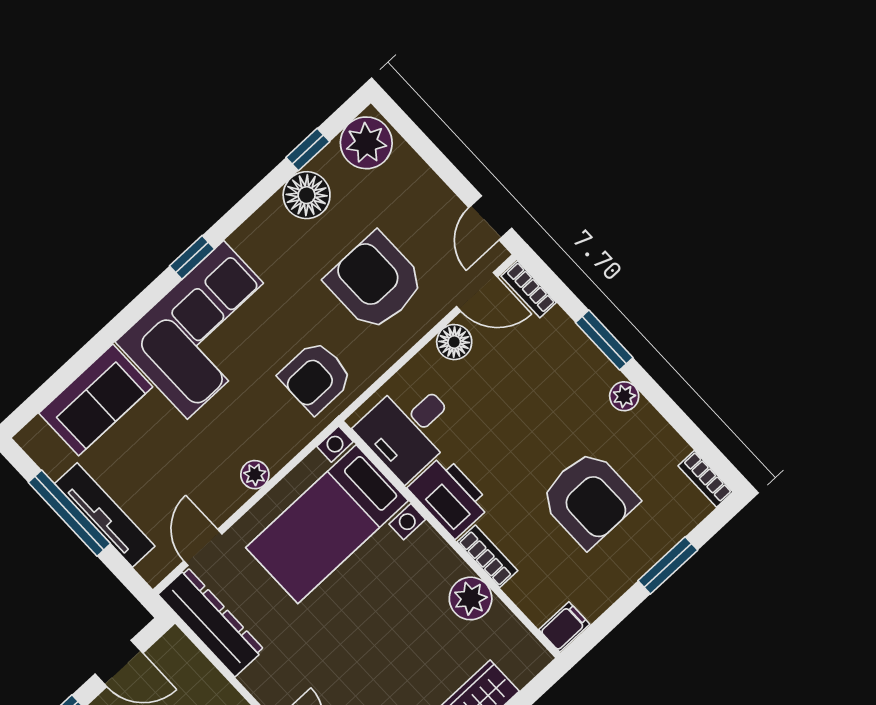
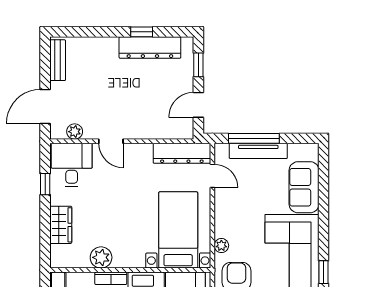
plant: (255, 475) -> (221, 246), moved
window: (69, 513) -> (254, 138), moved

